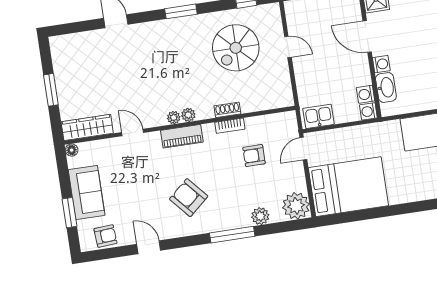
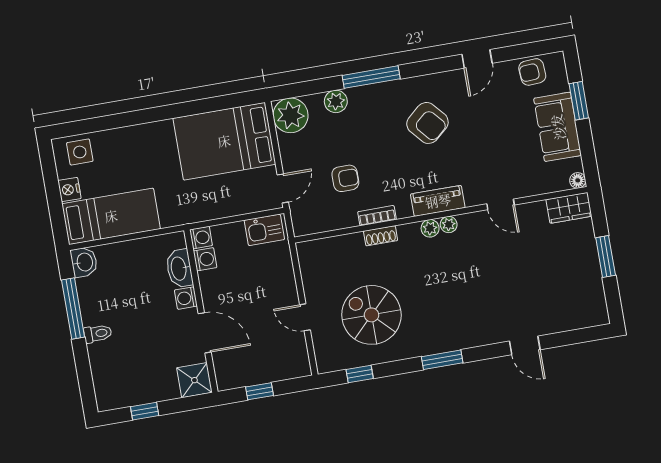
spiral stairs: (236, 48) -> (371, 315), turned -90
wardrobe: (87, 127) -> (569, 208), width x0.67
door: (149, 247) -> (477, 59), hinge flipped

